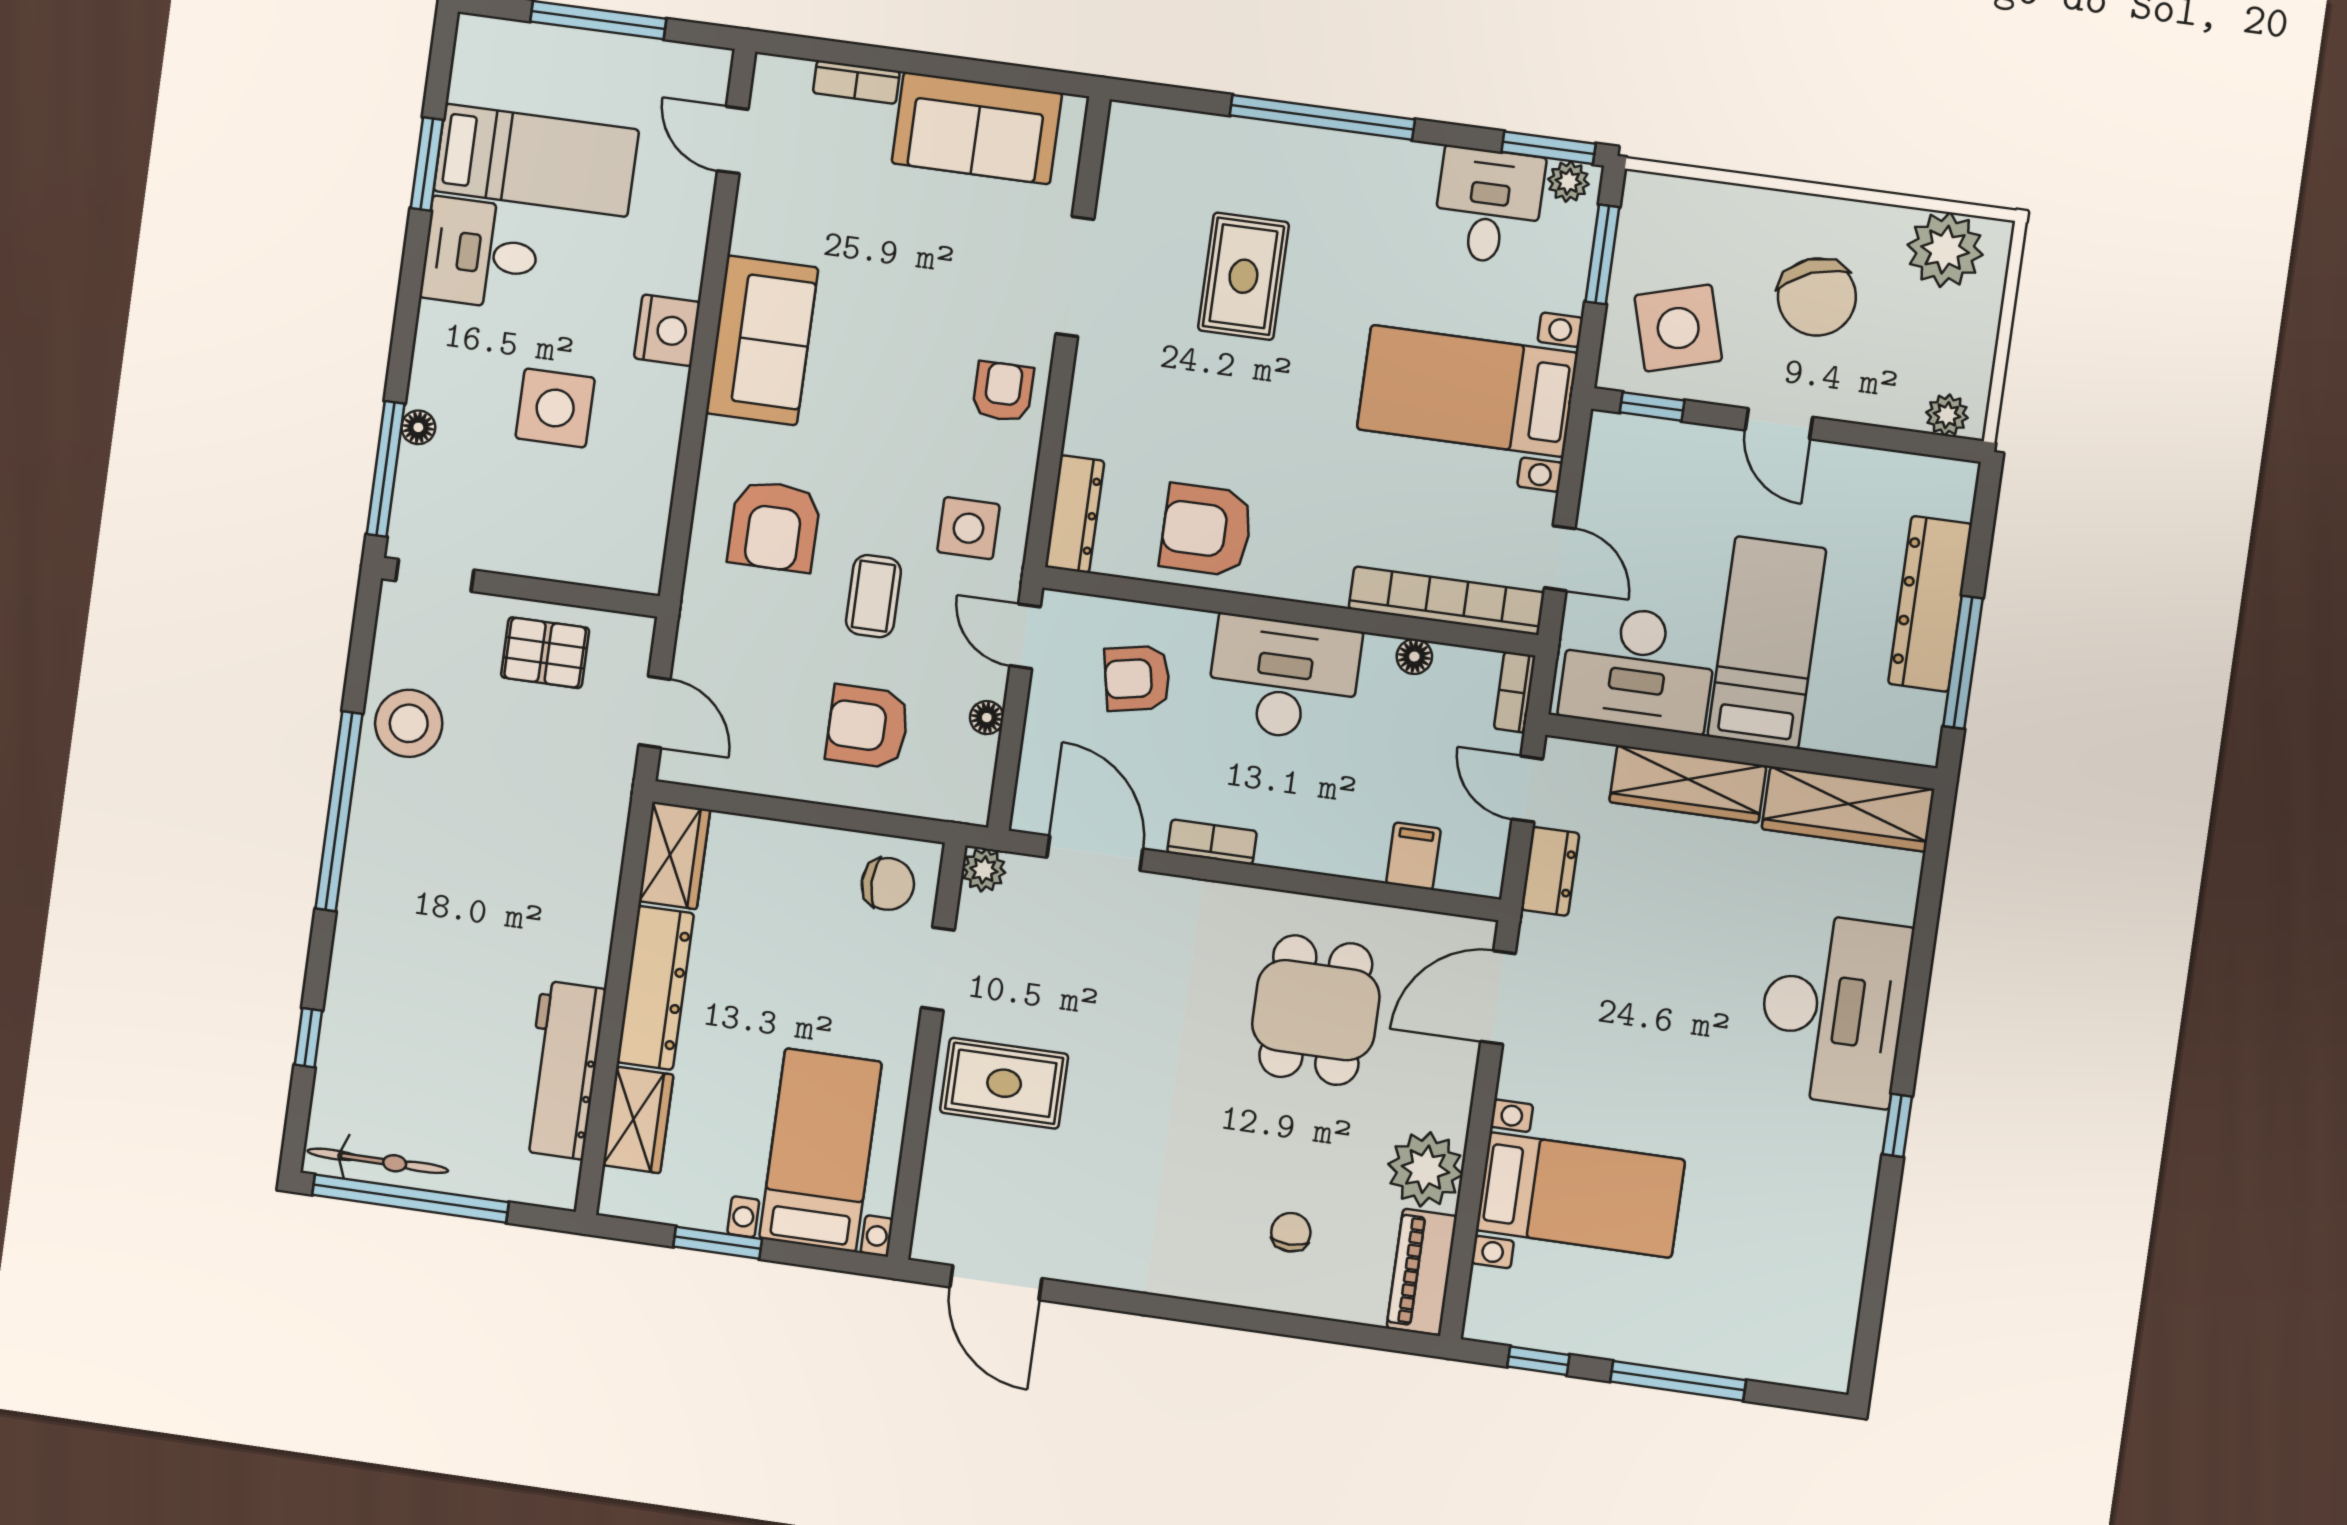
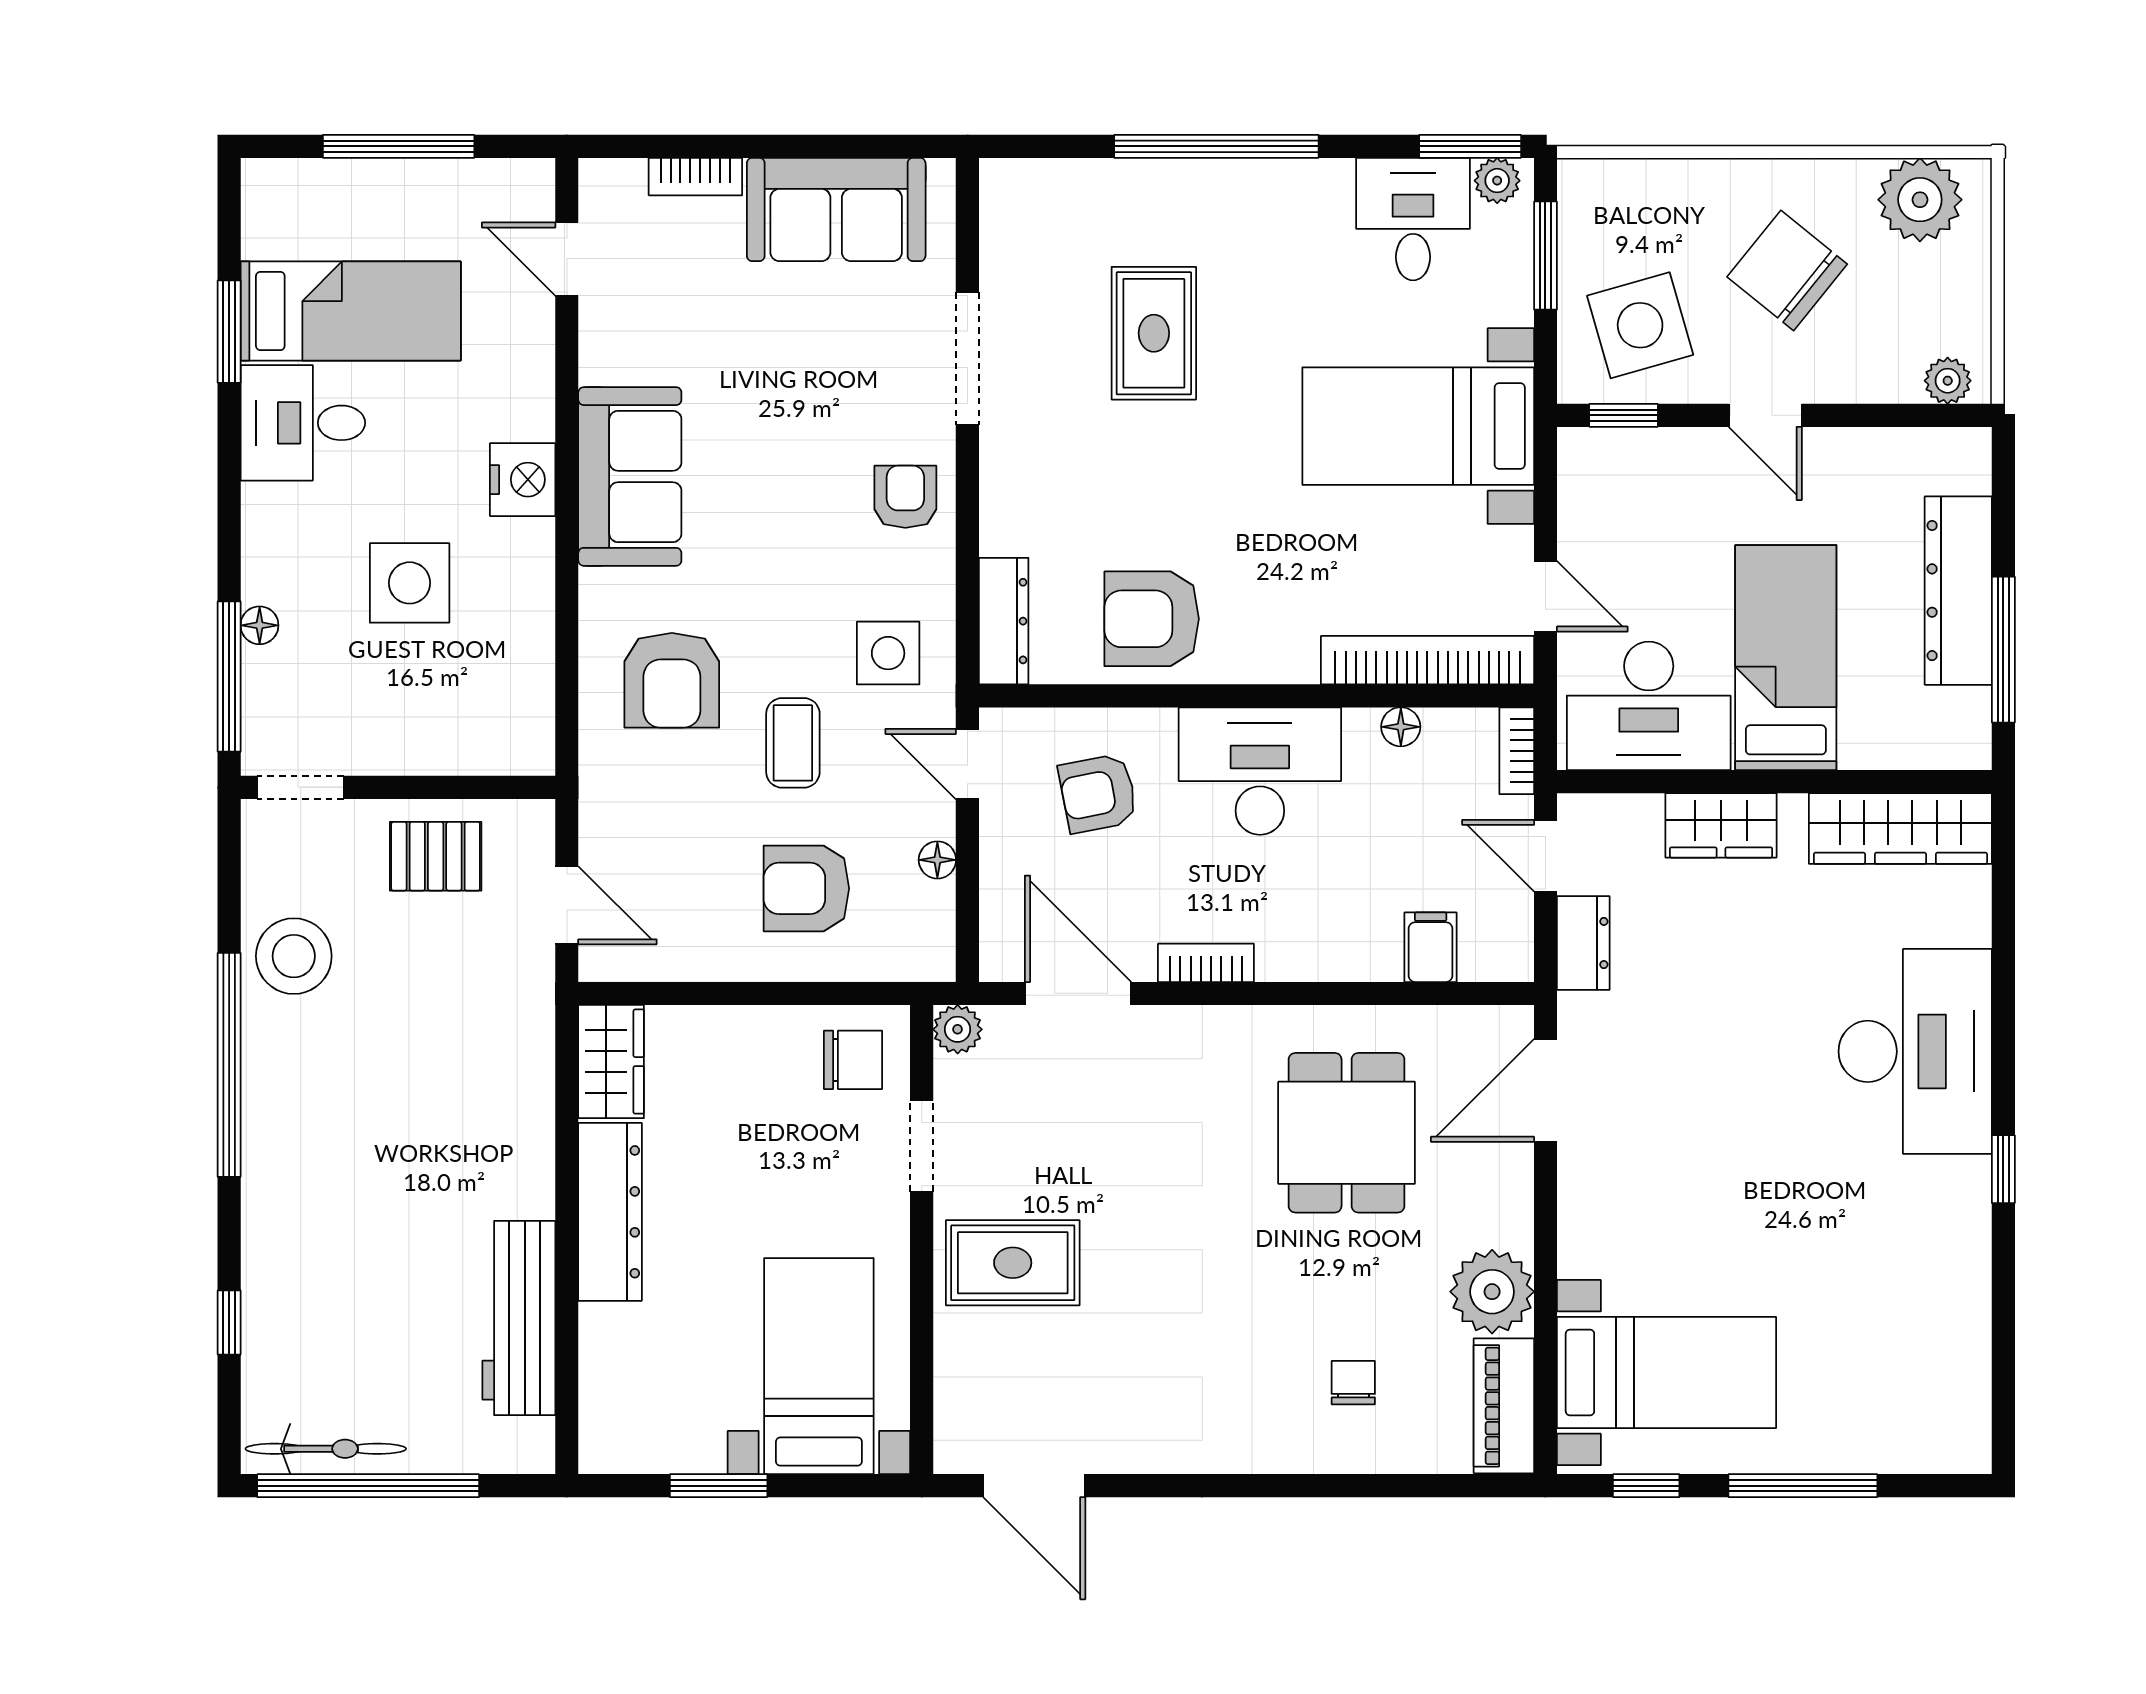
chair: (1817, 297) -> (1787, 271), turned 150
wardrobe: (1688, 784) -> (1721, 825), width x0.67
wardrobe: (638, 1120) -> (611, 1362), removed
bed with nightstands: (1580, 1195) -> (1667, 1373), moved

